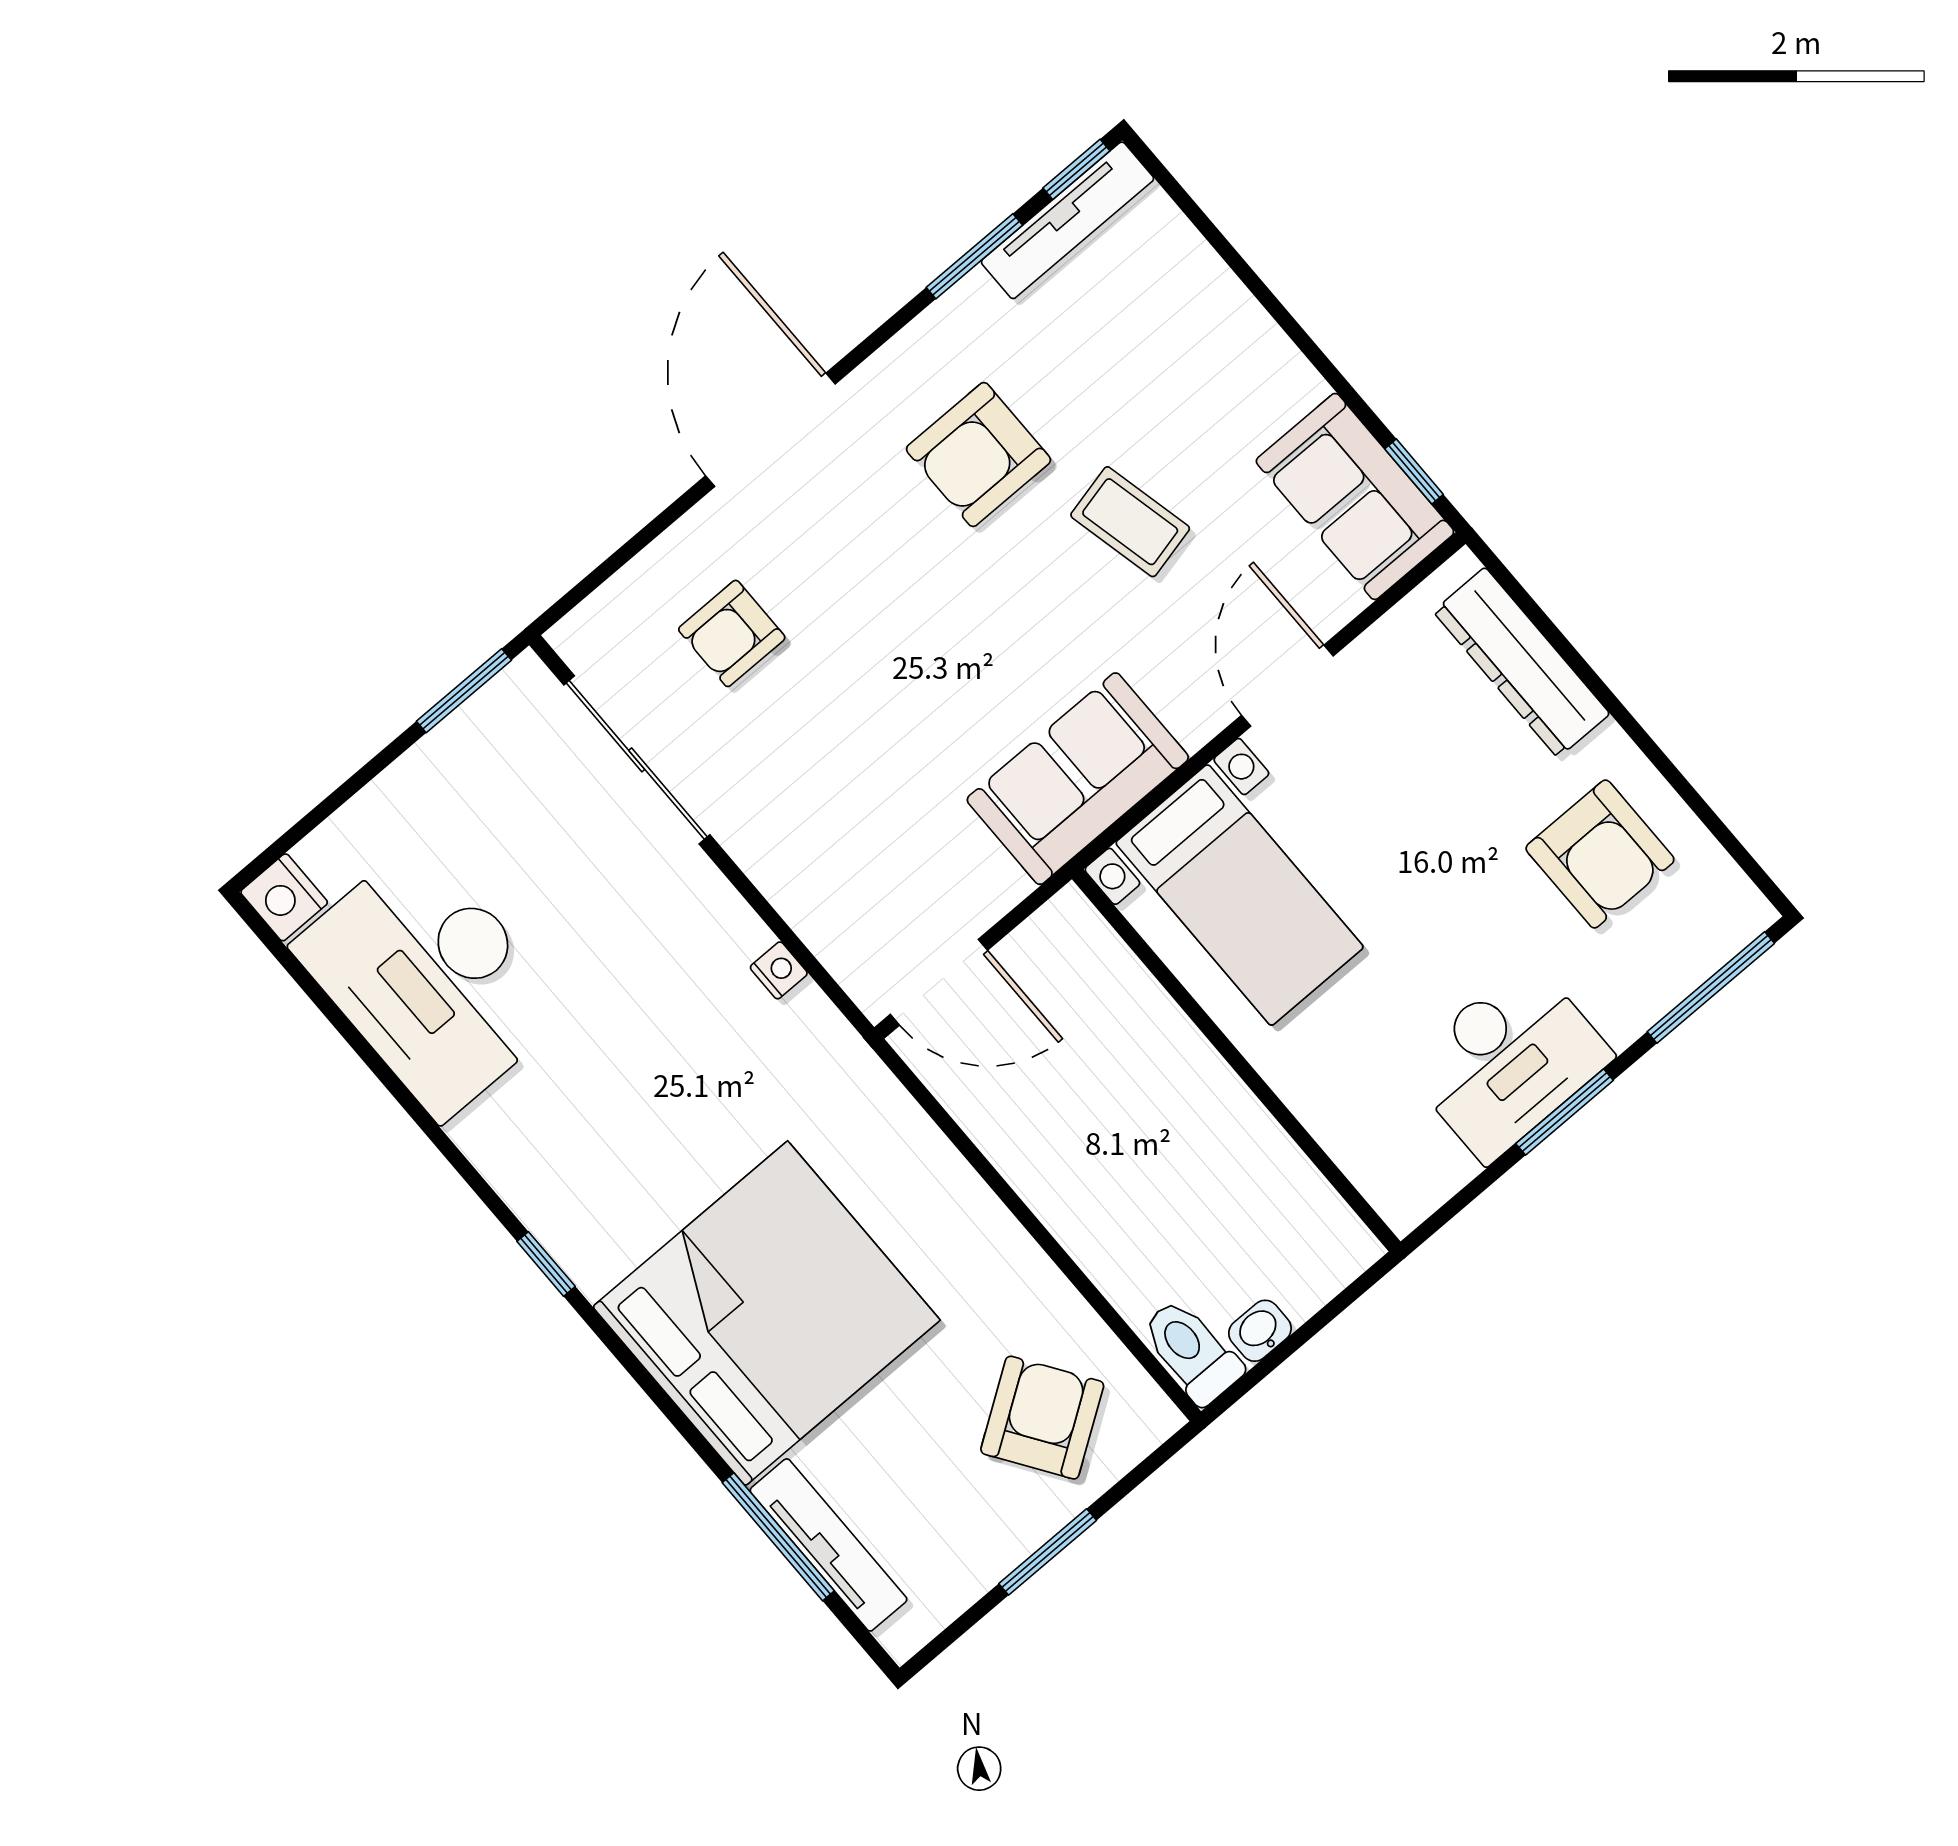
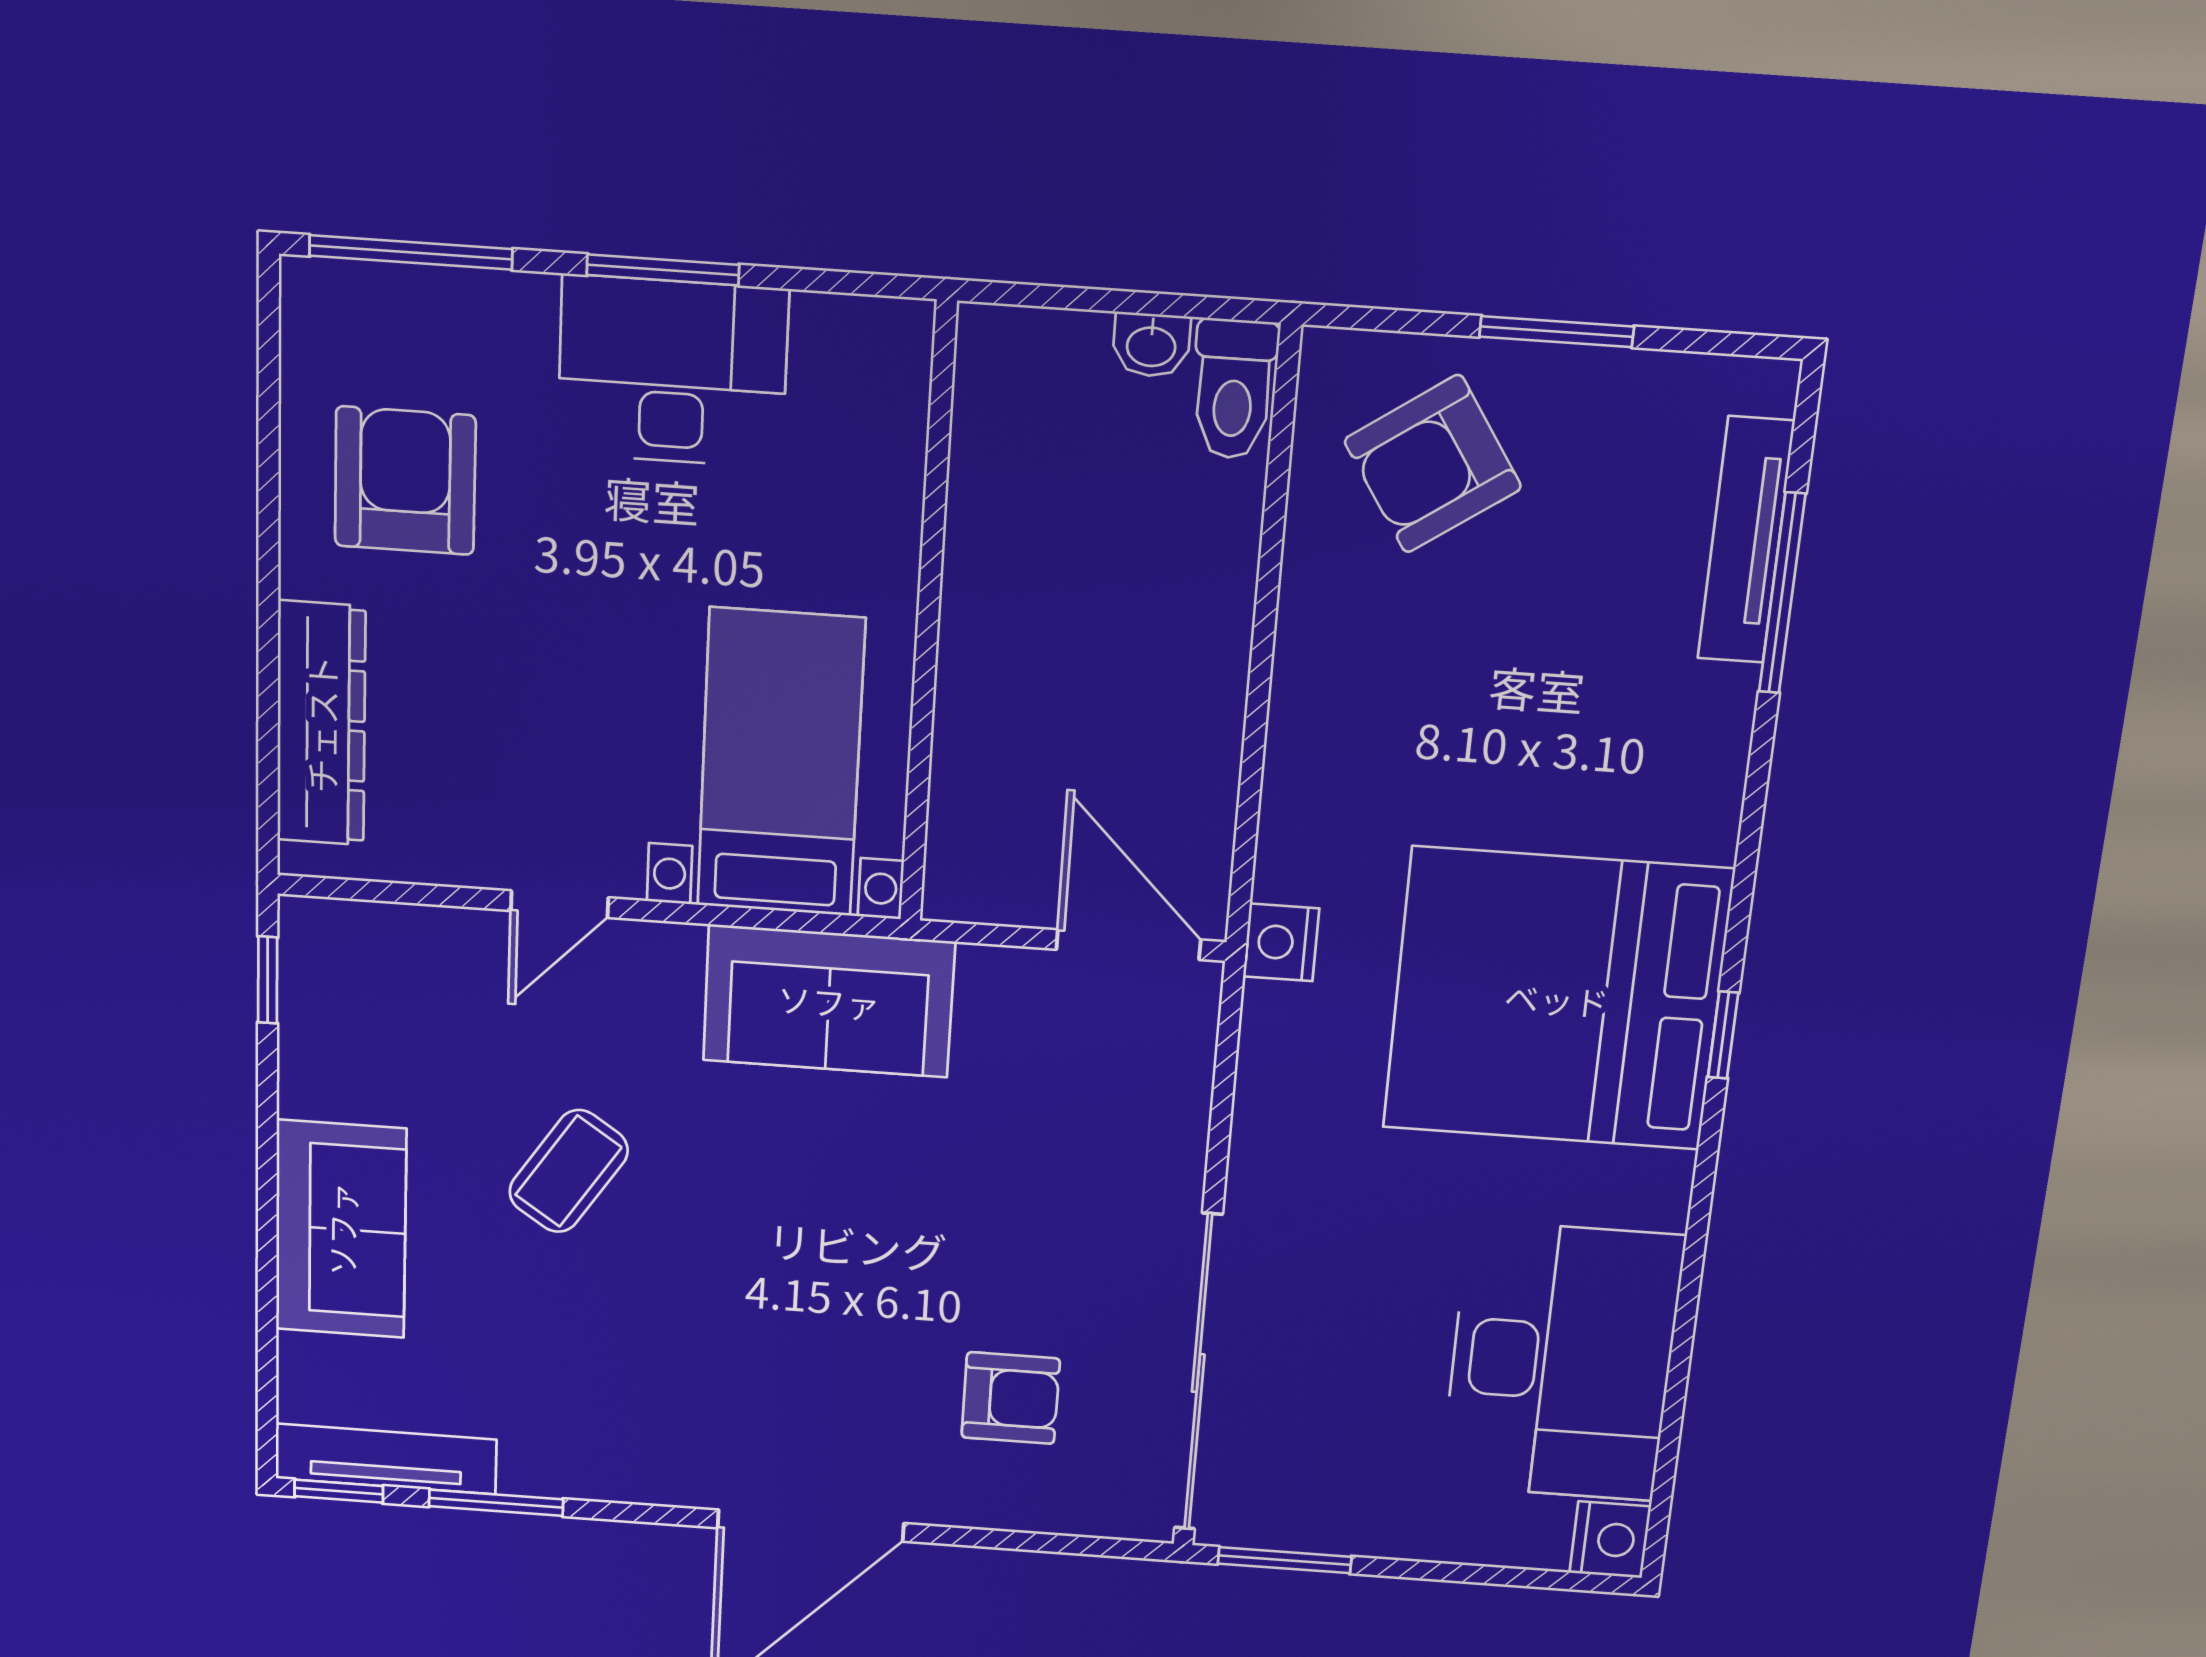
armchair: (978, 455) -> (649, 1346), removed
sofa: (1355, 496) -> (341, 1229), moved
coffee table: (1130, 522) -> (569, 1171), turned 47
door: (1287, 686) -> (560, 904), width x0.73
sliding door: (637, 760) -> (1198, 1373), width x1.36
nightstand: (779, 970) -> (1281, 942), moved, width x1.39, depth x1.35
bed: (766, 1313) -> (1557, 999), moved

